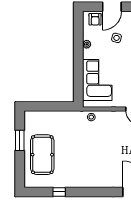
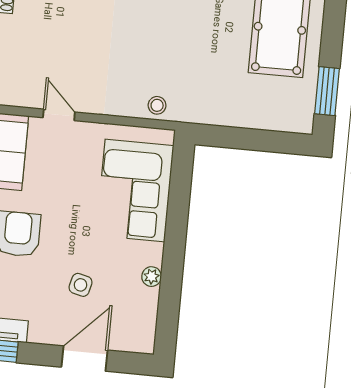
armchair: (95, 19) -> (126, 333), removed
window: (20, 140) -> (327, 91), moved

